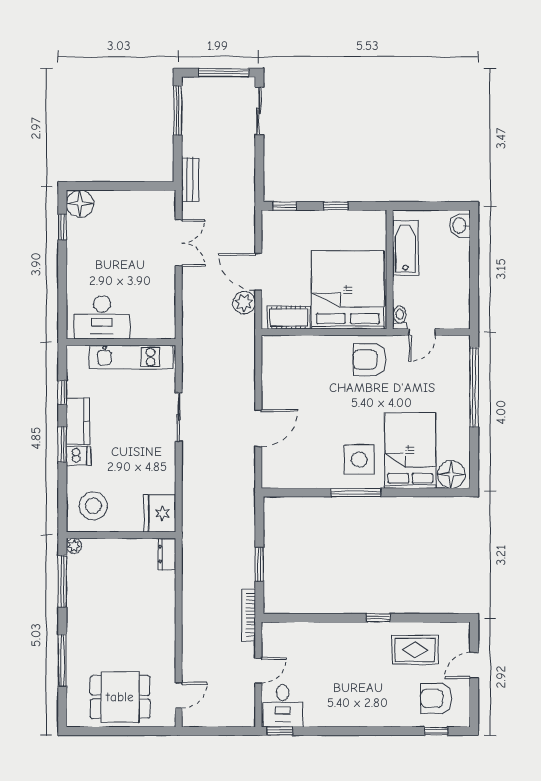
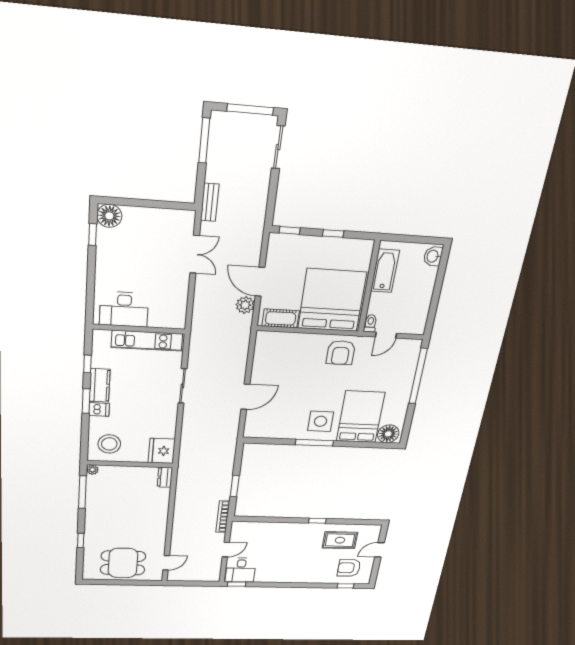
armchair: (370, 360) -> (341, 353), turned -90
window: (62, 660) -> (81, 540), width x0.46

